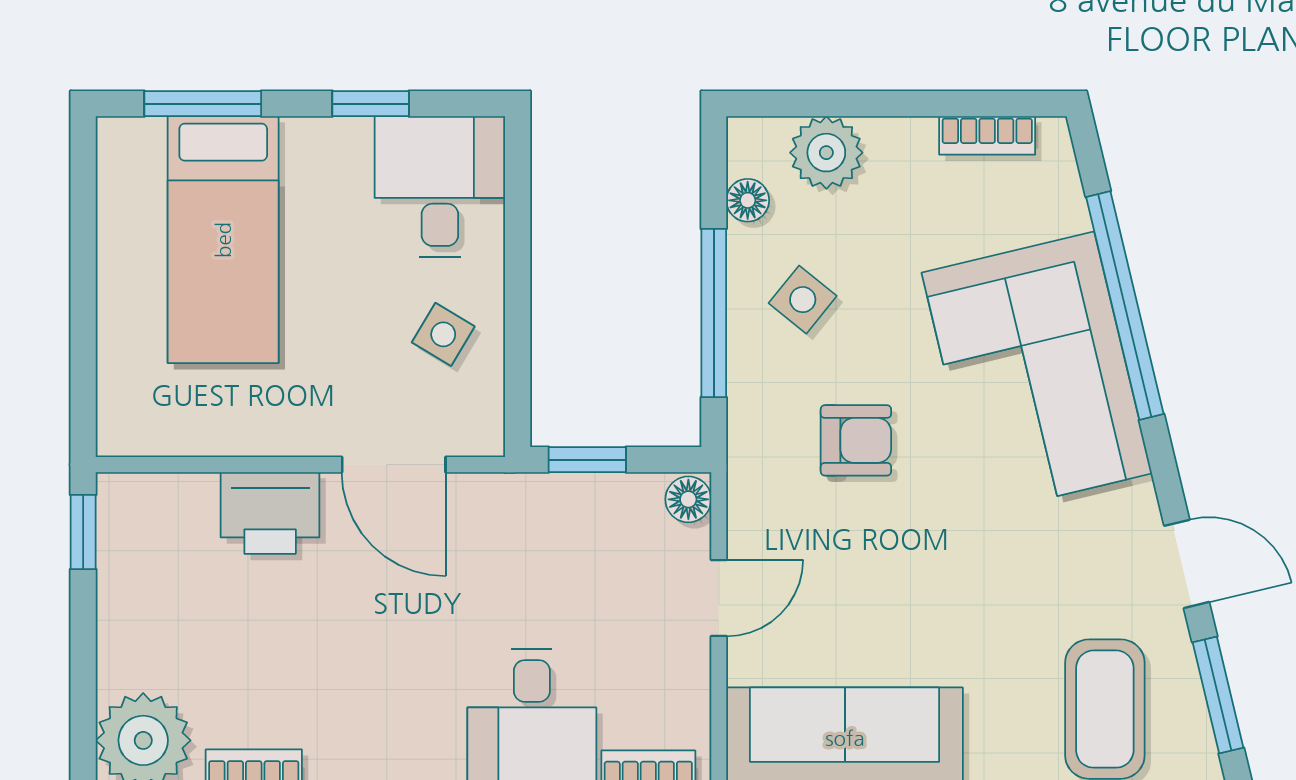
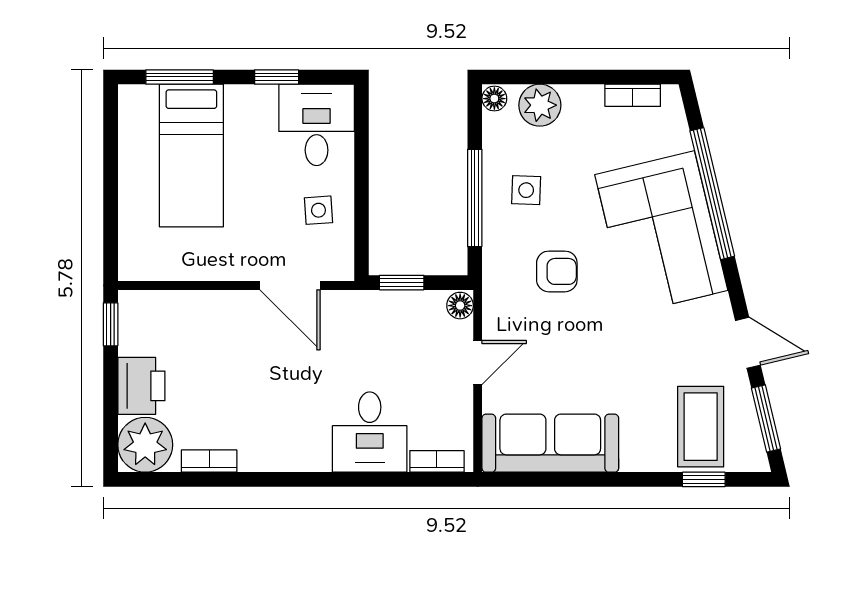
floor lamp: (748, 200) -> (494, 99), moved
side table: (803, 300) -> (526, 190), turned -37
side table: (443, 334) -> (318, 210), turned -35
printer: (270, 513) -> (141, 386), moved, turned -90

